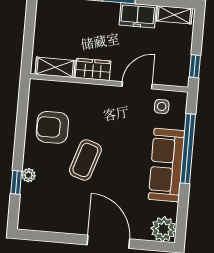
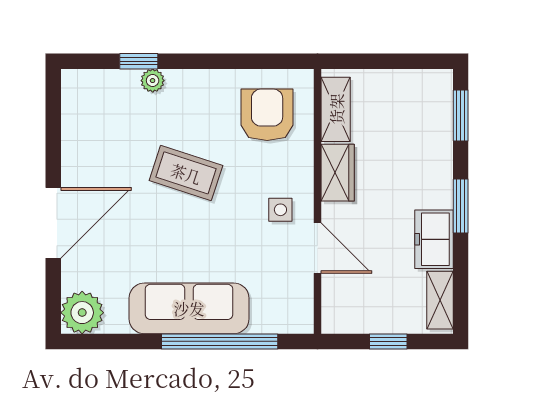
window: (195, 66) -> (388, 341), moved
side table: (162, 106) -> (280, 210), moved
armchair: (52, 127) -> (267, 115), moved

